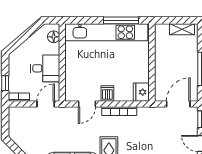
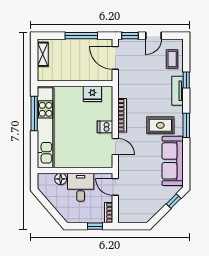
floor lamp: (54, 37) -> (61, 179), moved
fridge: (141, 92) -> (92, 94), moved

